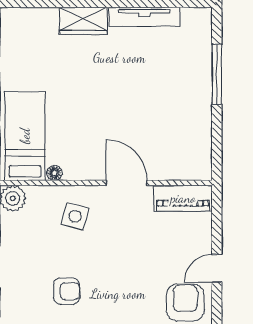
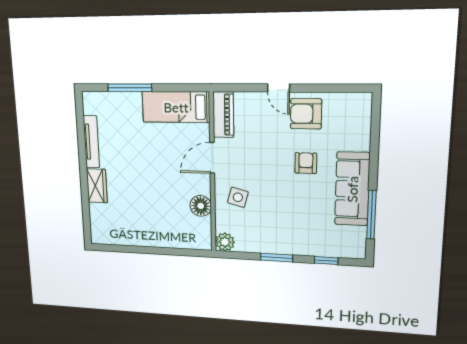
bed: (25, 136) -> (176, 107), moved
floor lamp: (54, 173) -> (201, 206), width x1.89, depth x1.89
armchair: (67, 291) -> (306, 163), moved

